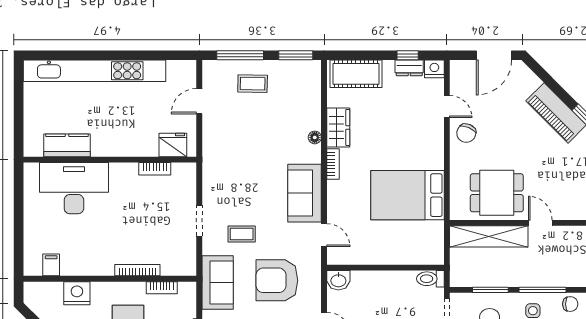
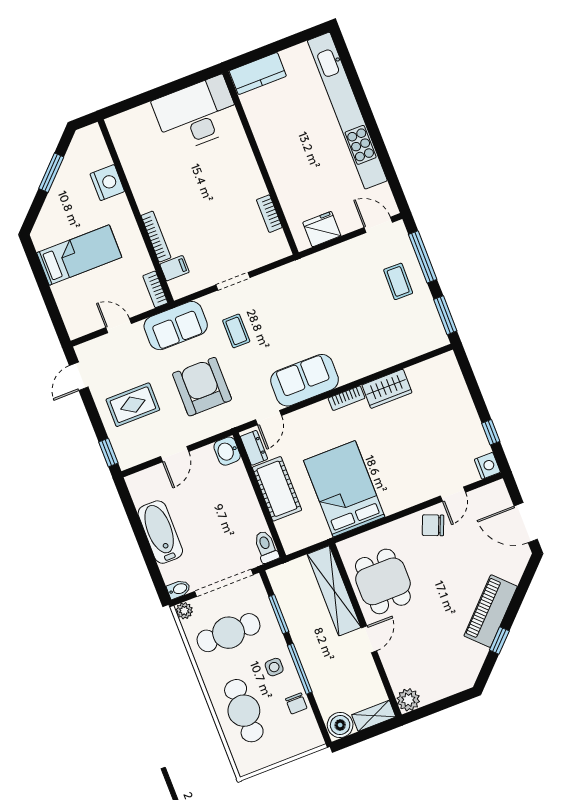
dresser: (409, 68) -> (254, 448), moved, turned 180
cot: (356, 74) -> (277, 489), moved
door: (199, 101) -> (378, 225), moved
floor lamp: (315, 137) -> (367, 368), removed
kitchen counter: (67, 145) -> (258, 74), moved, turned 90
fridge: (173, 145) -> (322, 229), moved, turned -90
desk: (74, 188) -> (197, 114), moved, turned -90
filing cabinet: (51, 265) -> (175, 268), moved
bookcase: (162, 288) -> (155, 289), moved

